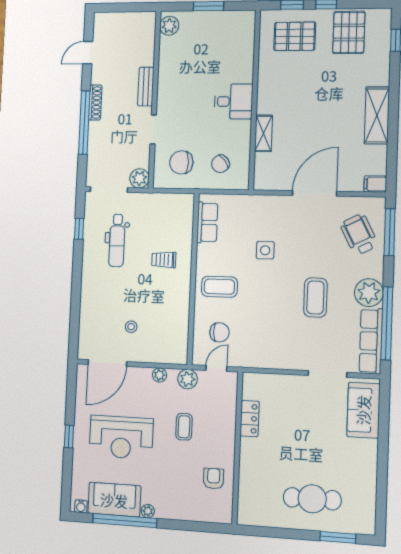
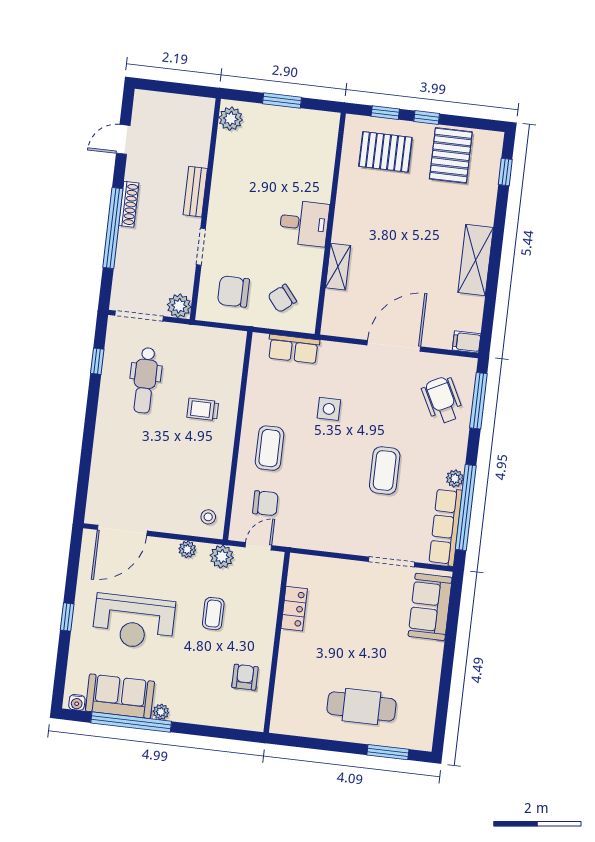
row of seats: (207, 222) -> (293, 349), moved, turned 90
coffee table: (219, 287) -> (270, 448), turned 90
plant: (369, 293) -> (455, 479), width x0.53, depth x0.53
stool: (131, 327) -> (208, 517), moved

